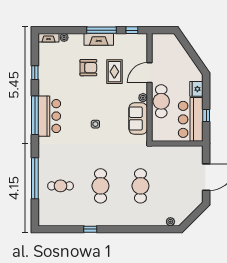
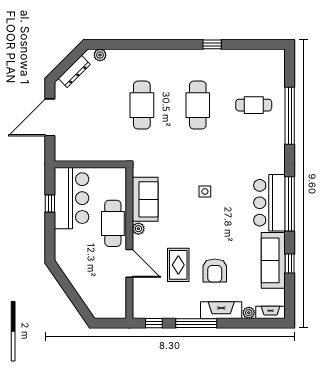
fireplace: (99, 39) -> (221, 310), moved
armchair: (88, 68) -> (215, 271), turned -90
door: (149, 73) -> (129, 263), hinge flipped
sofa: (47, 75) -> (273, 260), added
fridge: (196, 89) -> (64, 241), removed
dresser: (189, 210) -> (74, 71), added

